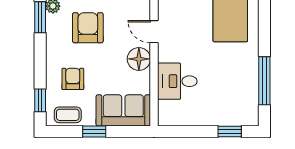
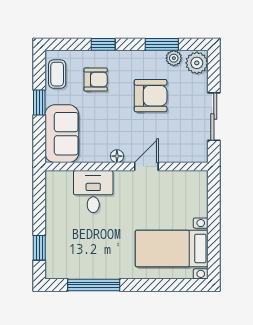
floor lamp: (139, 59) -> (117, 156), width x0.53, depth x0.53
window: (40, 100) -> (103, 44), moved

